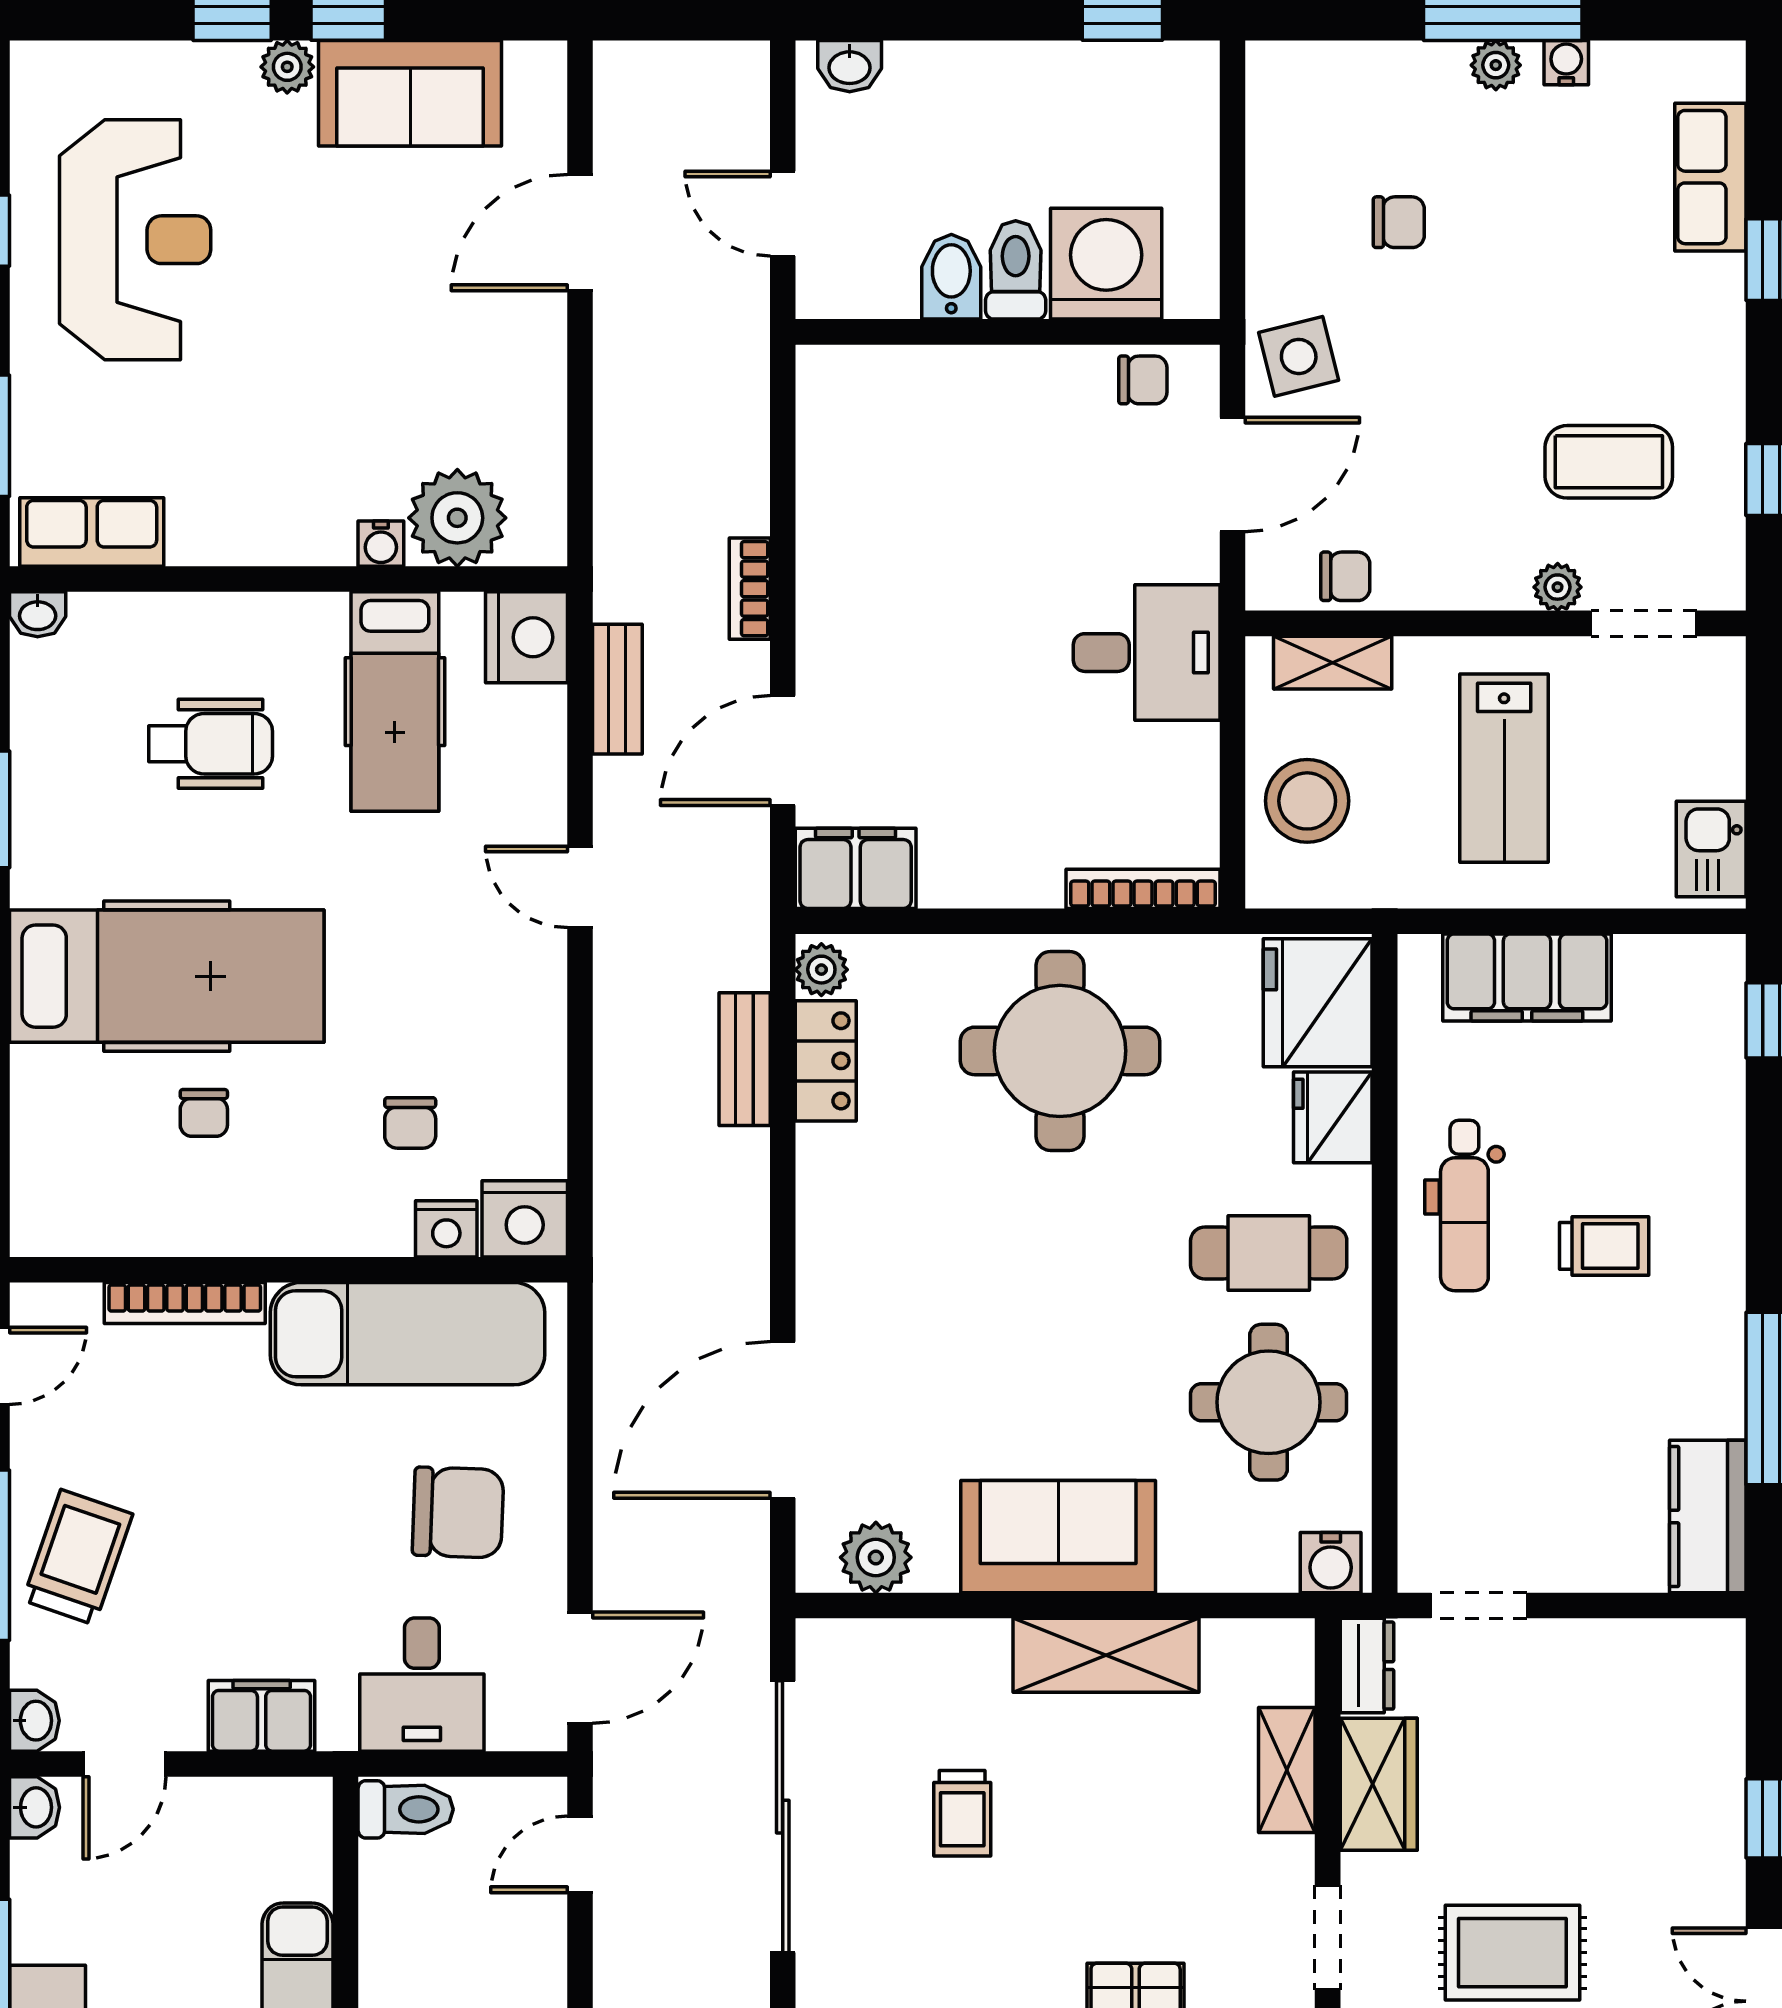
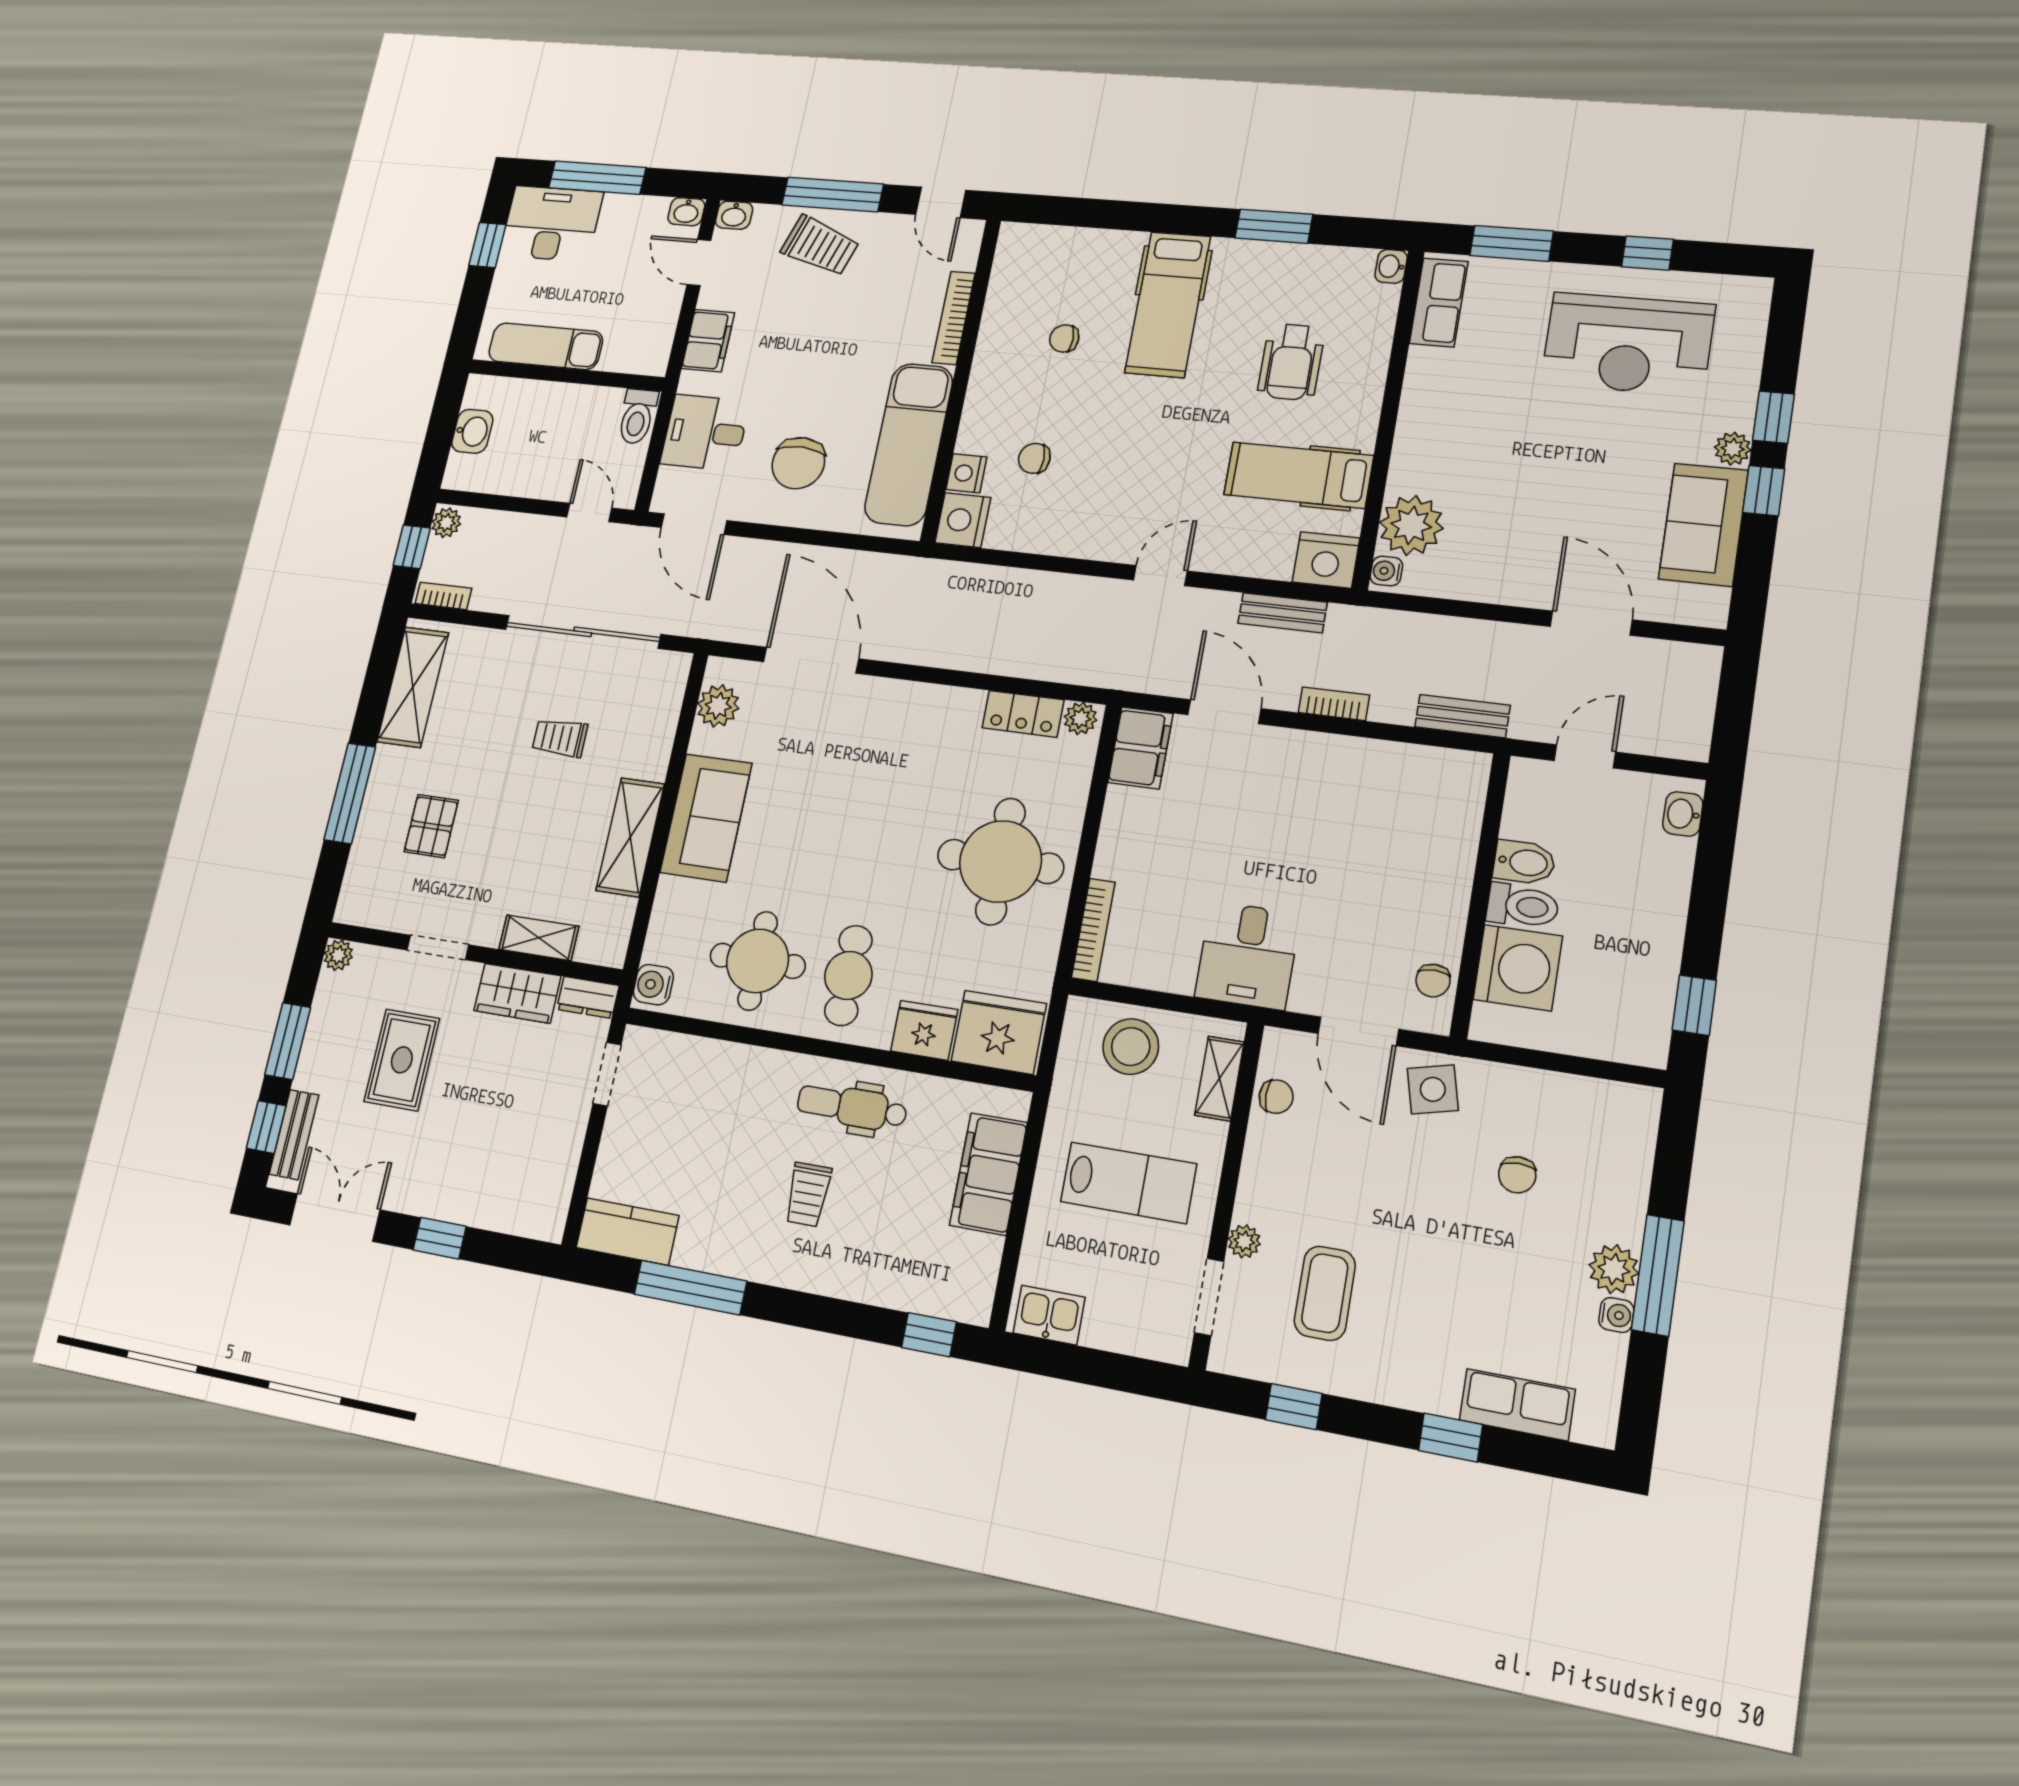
plant: (1496, 65) -> (1614, 1269), width x1.38, depth x1.38
water cooler: (381, 544) -> (1386, 571), moved
chair: (1345, 576) -> (1276, 1097), turned -90
lab bench: (1504, 768) -> (1129, 1183), turned 180
hospital bed: (167, 976) -> (1168, 304), width x0.73, depth x0.78
bench: (745, 1059) -> (1462, 716), moved

